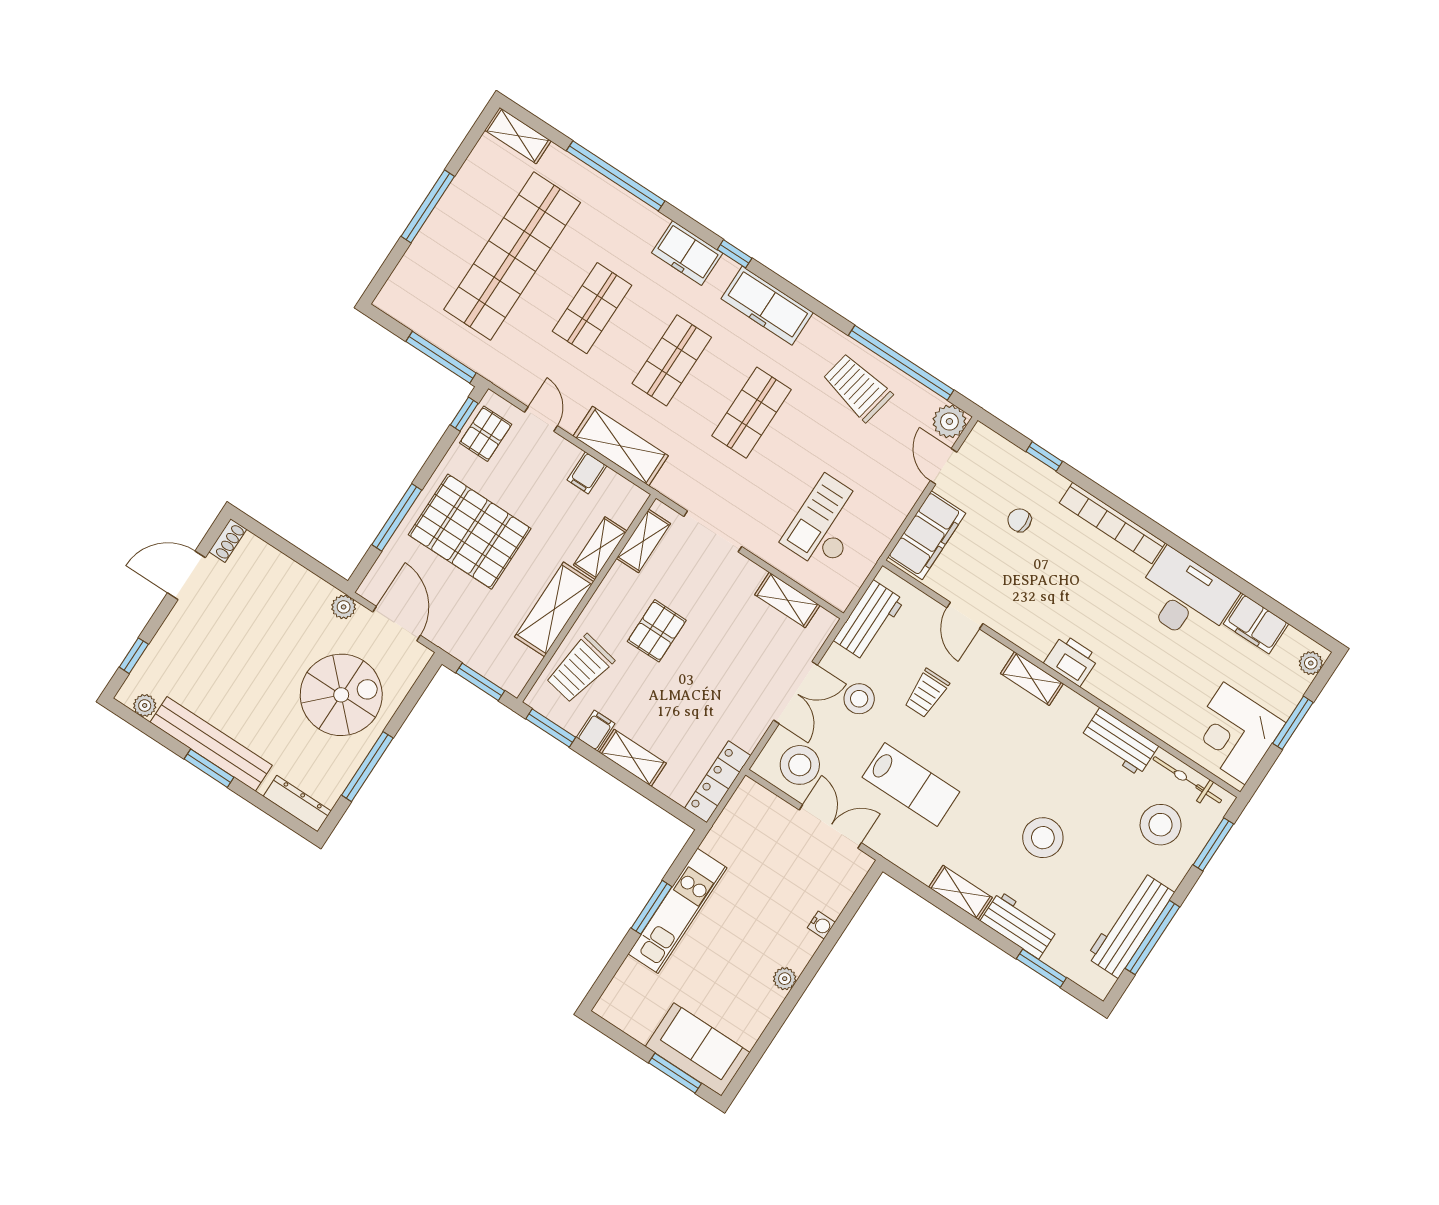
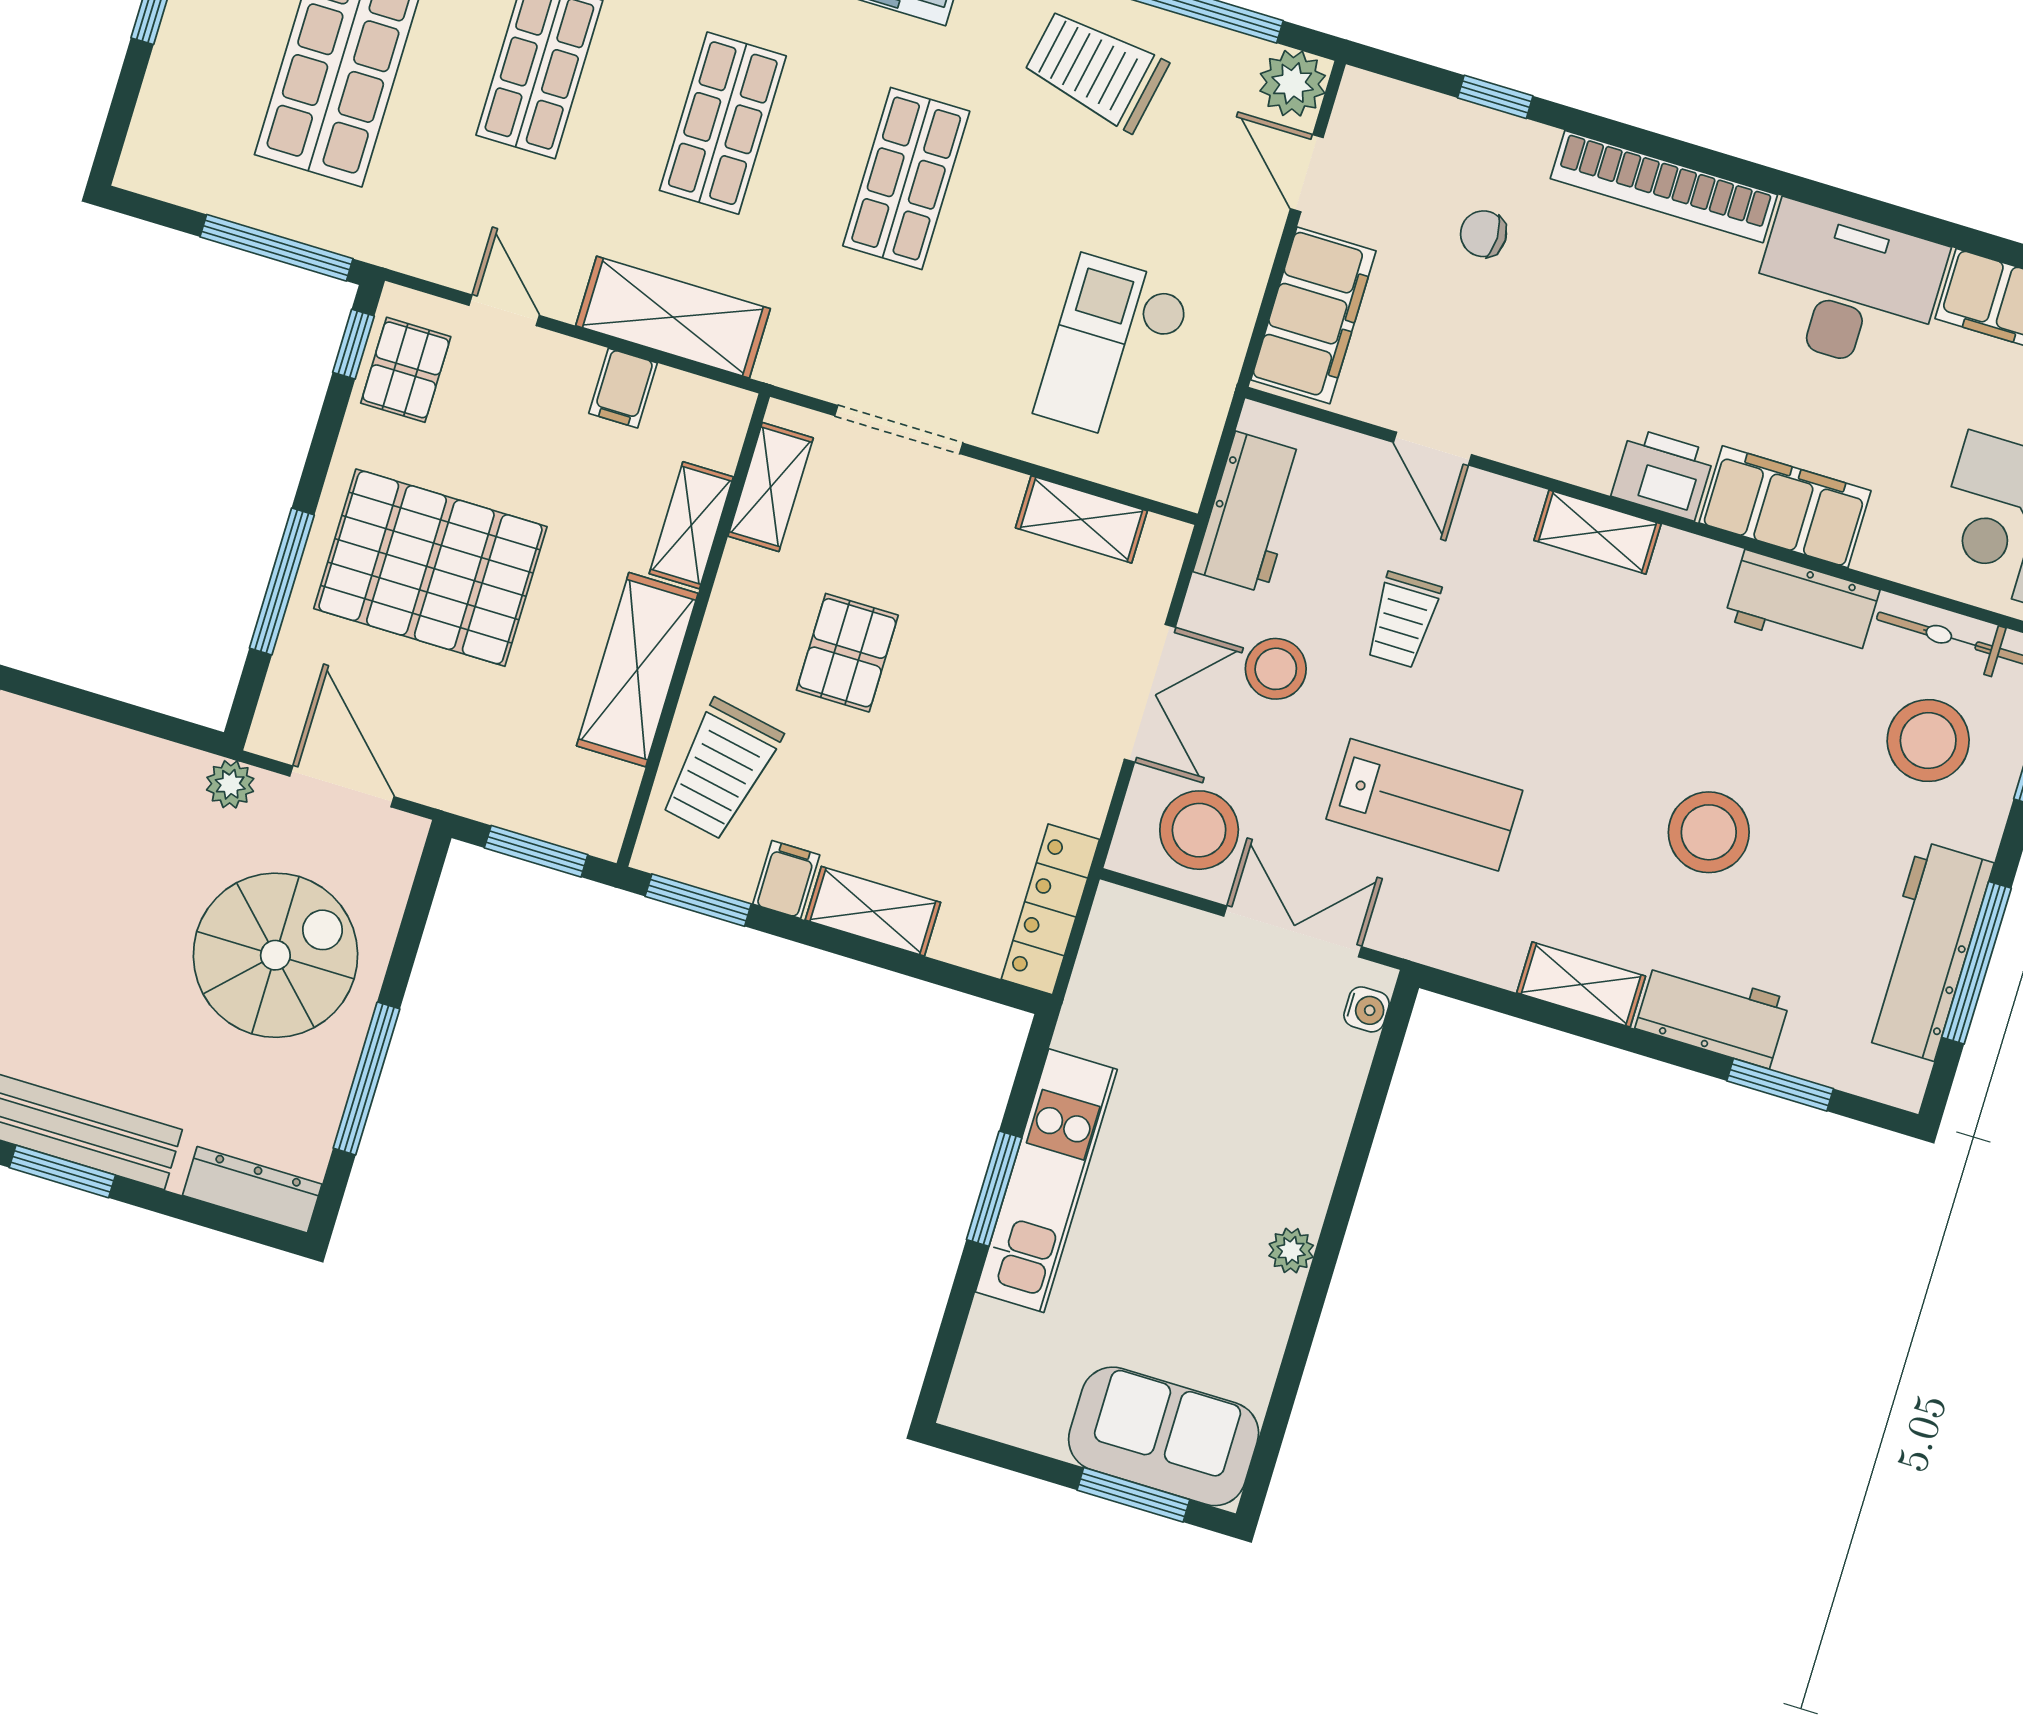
filing cabinet: (1125, 693) -> (1785, 507), added
water cooler: (821, 925) -> (1367, 1009), moved

